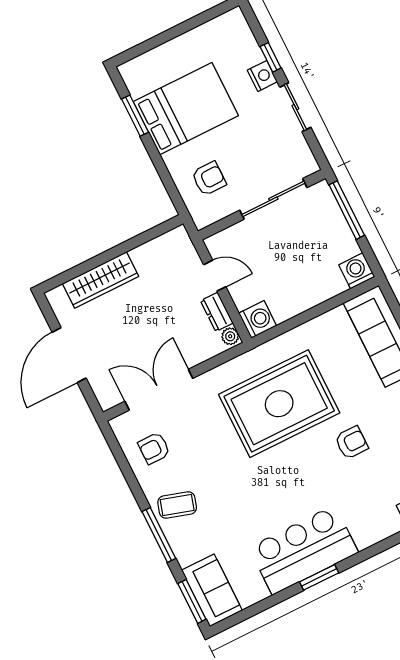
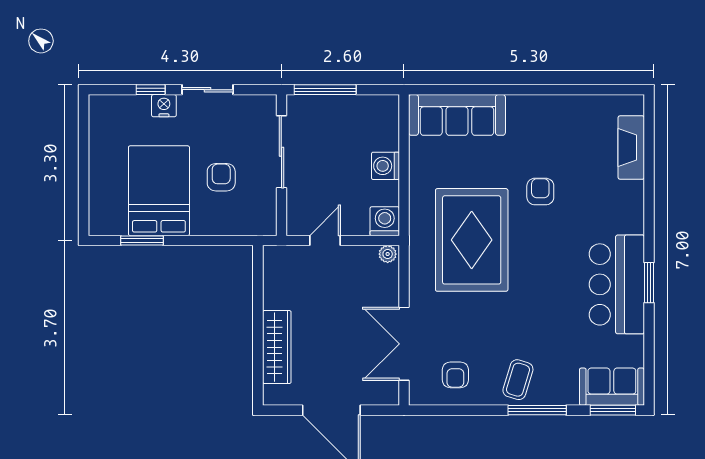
armchair: (209, 179) -> (221, 177), moved
washing machine: (357, 271) -> (385, 166), moved
dresser: (217, 312) -> (359, 255), removed

